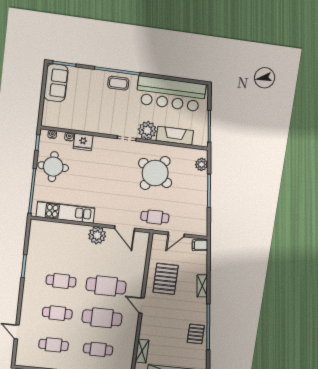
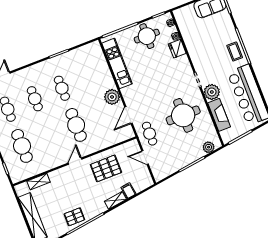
round table: (155, 173) -> (183, 115), turned -33
filing cabinet: (200, 245) -> (128, 191), moved
cafe table: (102, 318) -> (49, 135), removed
cafe table: (98, 349) -> (22, 146), width x1.37, depth x1.35

